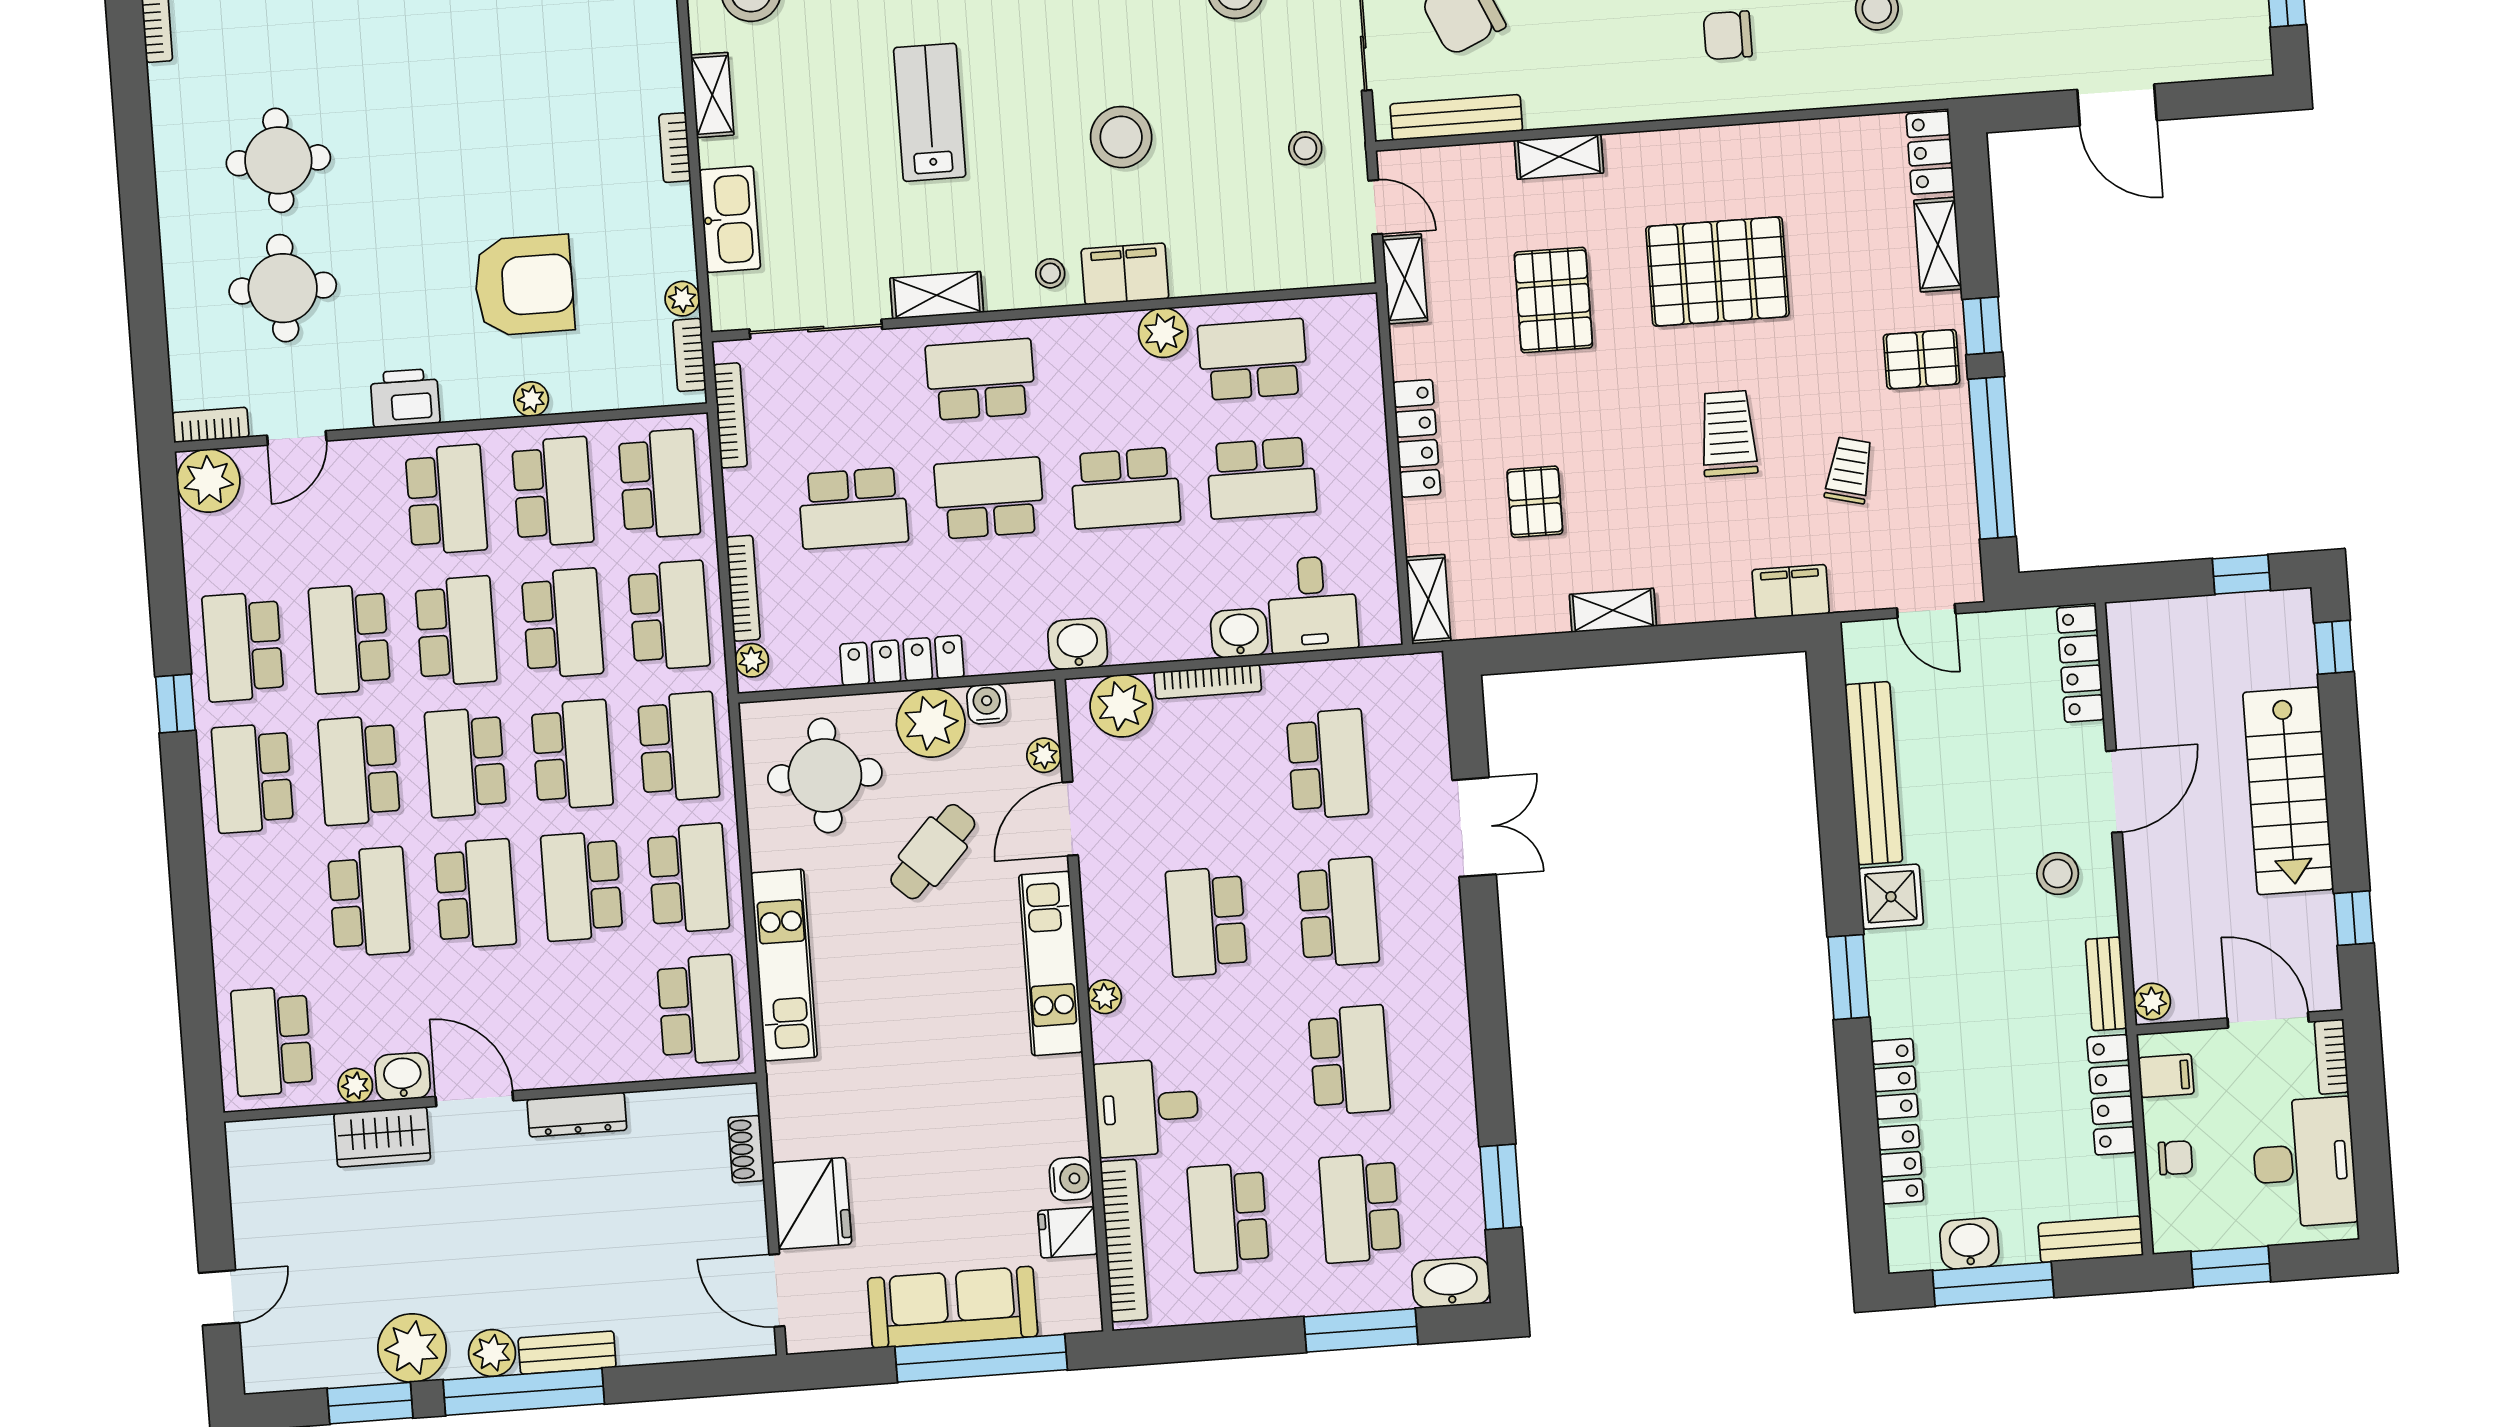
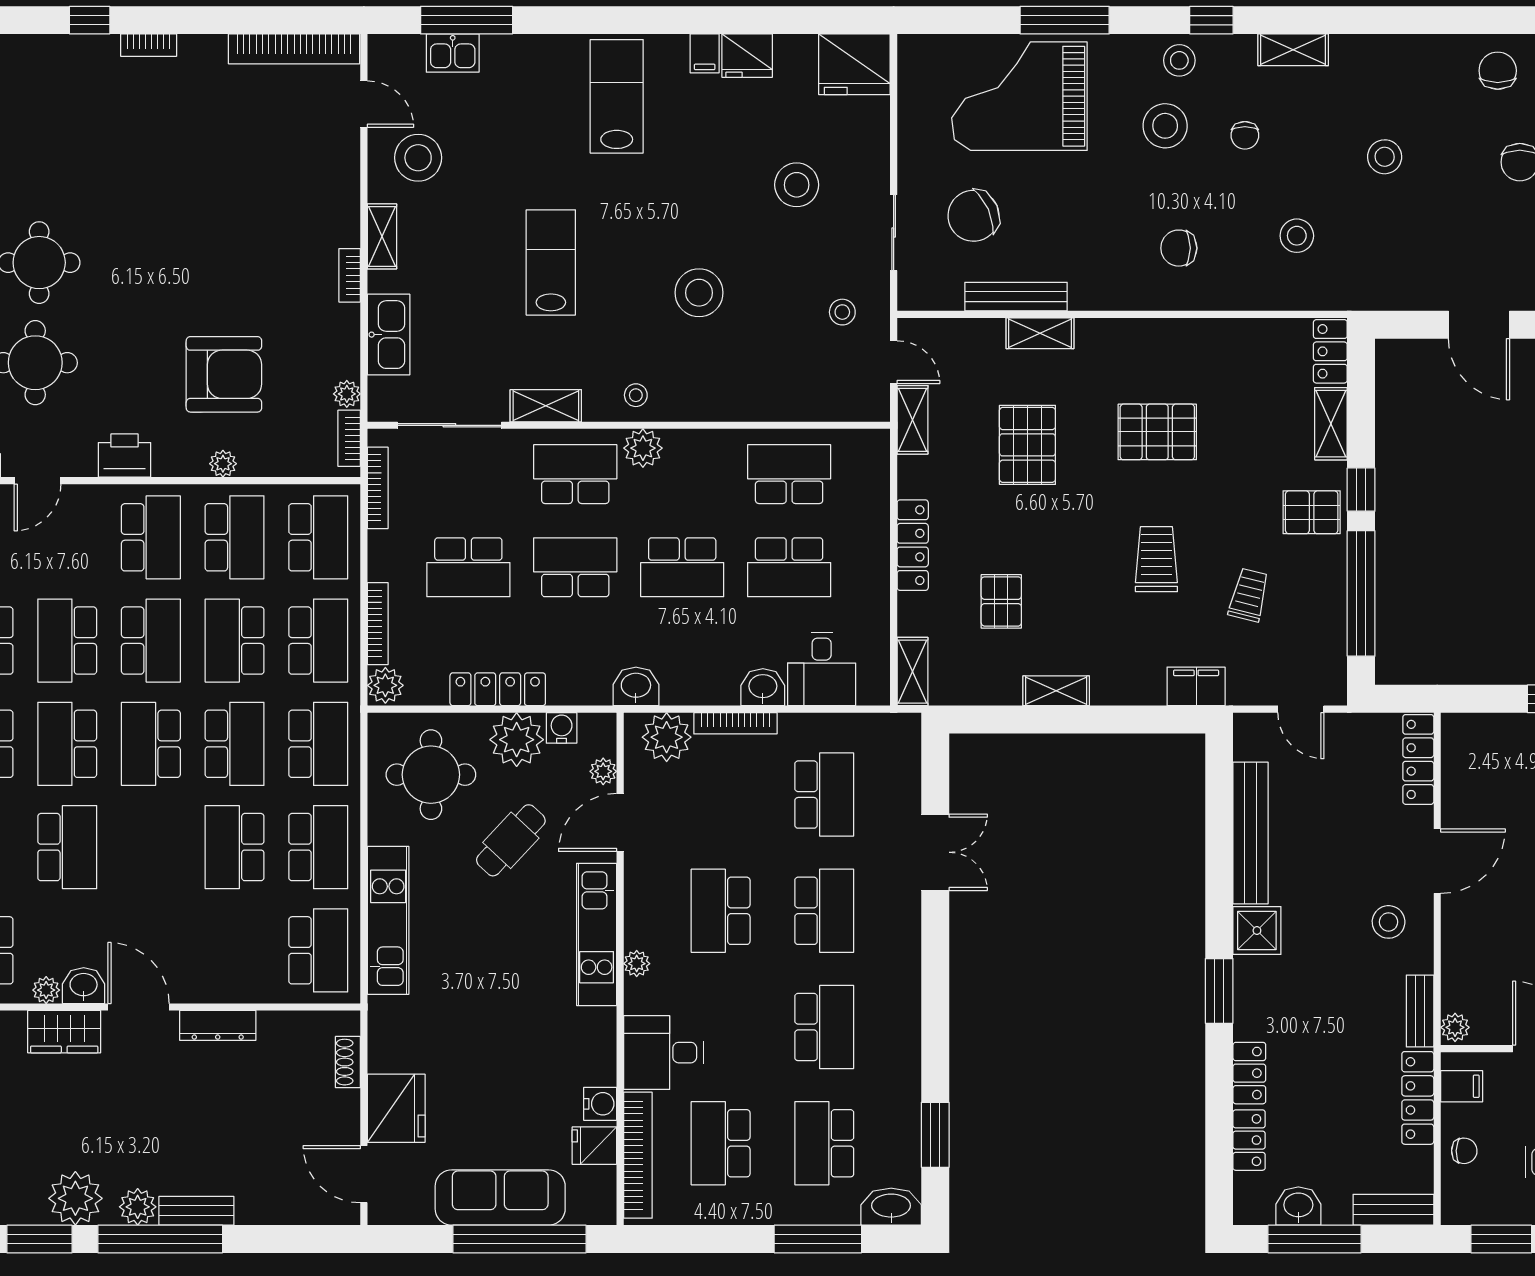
bench: (1456, 117) -> (1016, 297), moved
pallet: (1717, 271) -> (1157, 432), width x0.73, depth x0.71
filing cabinet: (1125, 274) -> (694, 400), removed
plant: (1163, 333) -> (643, 448), moved
school desk: (562, 623) -> (235, 641), turned 180
plant: (752, 660) -> (385, 685), width x1.38, depth x1.38
school desk: (475, 894) -> (151, 847), removed

